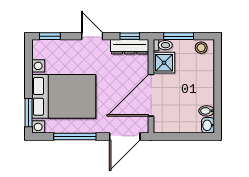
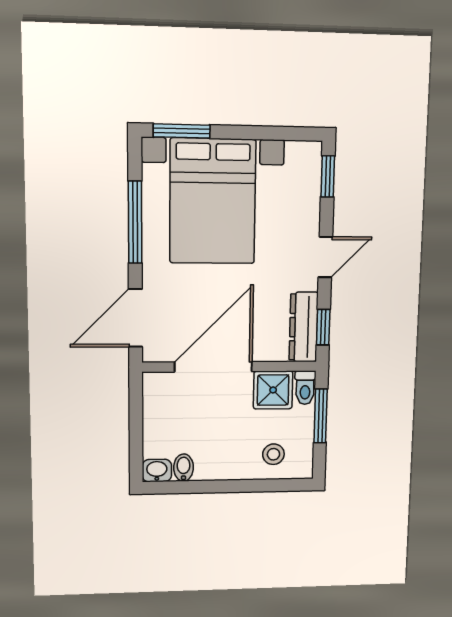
stool: (201, 48) -> (273, 454), moved
door: (151, 95) -> (213, 367), hinge flipped
door: (125, 136) -> (135, 318), hinge flipped

